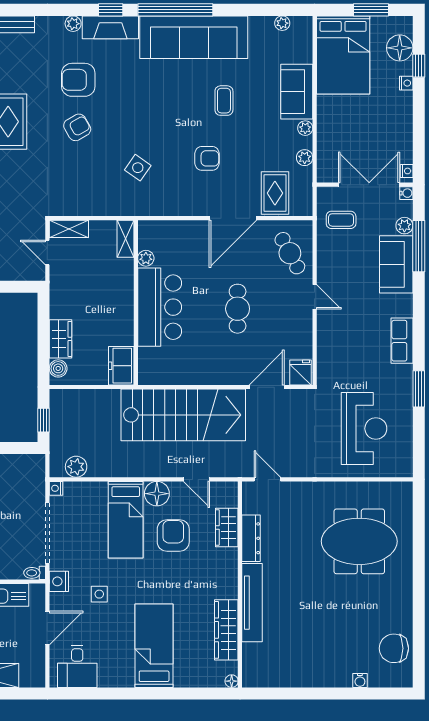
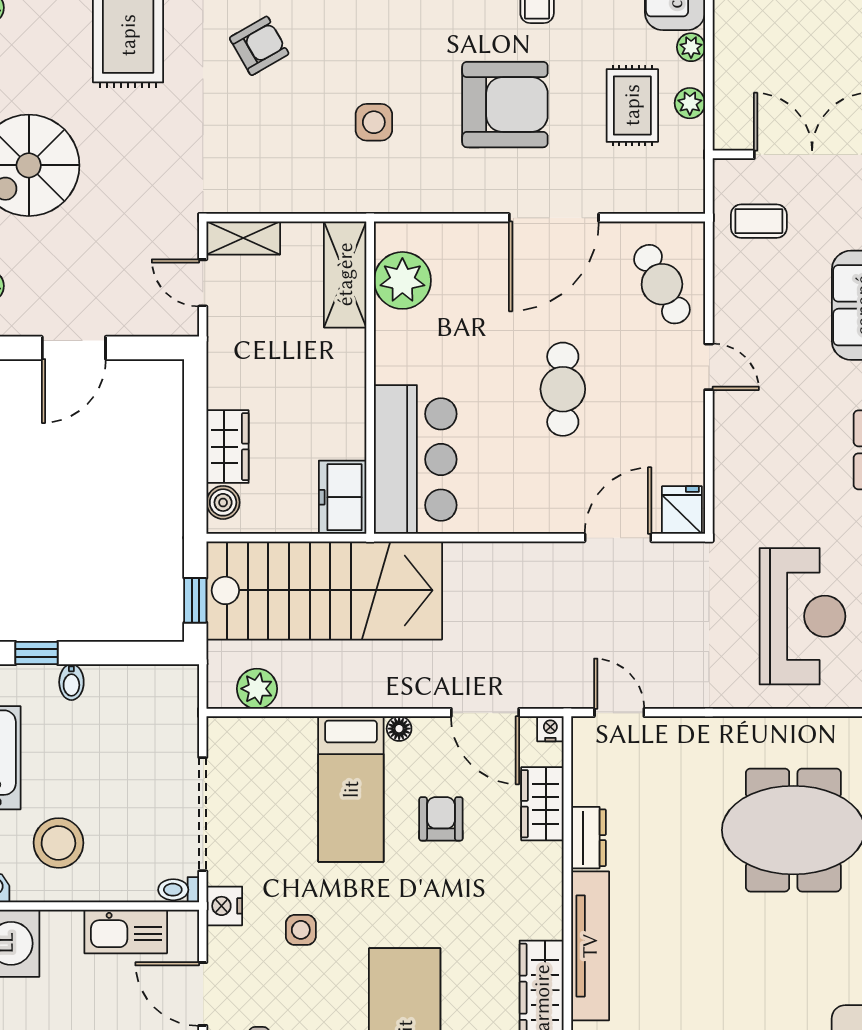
armchair: (207, 158) -> (505, 105), width x1.88, depth x1.88
side table: (138, 168) -> (374, 122), turned -35
rug: (275, 193) -> (632, 105), moved
shelving: (125, 239) -> (345, 274), width x1.50, depth x1.33
plant: (146, 258) -> (402, 280), width x1.87, depth x1.87
bar counter: (160, 307) -> (415, 459), moved
stairs: (183, 415) -> (324, 590), moved
door: (196, 479) -> (485, 713), width x1.38
nightstand: (56, 488) -> (550, 729), moved, turned 90
floor lamp: (157, 494) -> (399, 729), width x0.53, depth x0.53
armchair: (173, 535) -> (441, 819), width x0.72, depth x0.72
dresser: (251, 538) -> (588, 838), width x0.70
door: (47, 628) -> (203, 994), swing flipped

